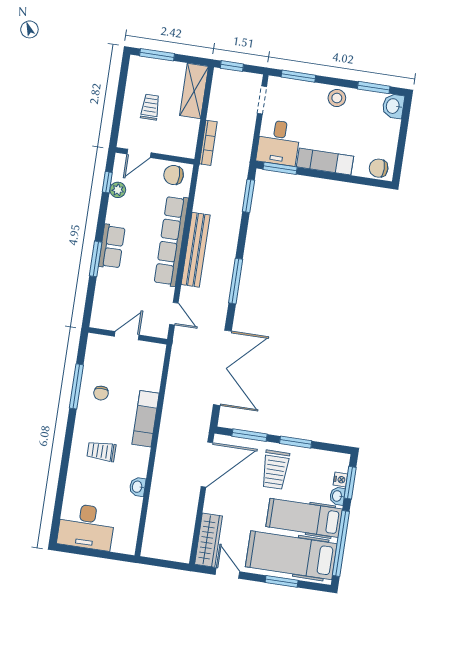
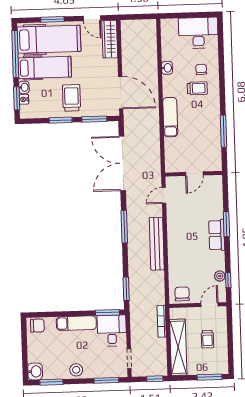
shelving: (194, 91) -> (178, 347), width x1.47
chair: (174, 175) -> (182, 294), turned -90
row of seats: (171, 241) -> (175, 247), removed
door: (174, 314) -> (164, 195), hinge flipped
chair: (101, 393) -> (201, 69), moved
door: (207, 465) -> (121, 93), swing flipped

